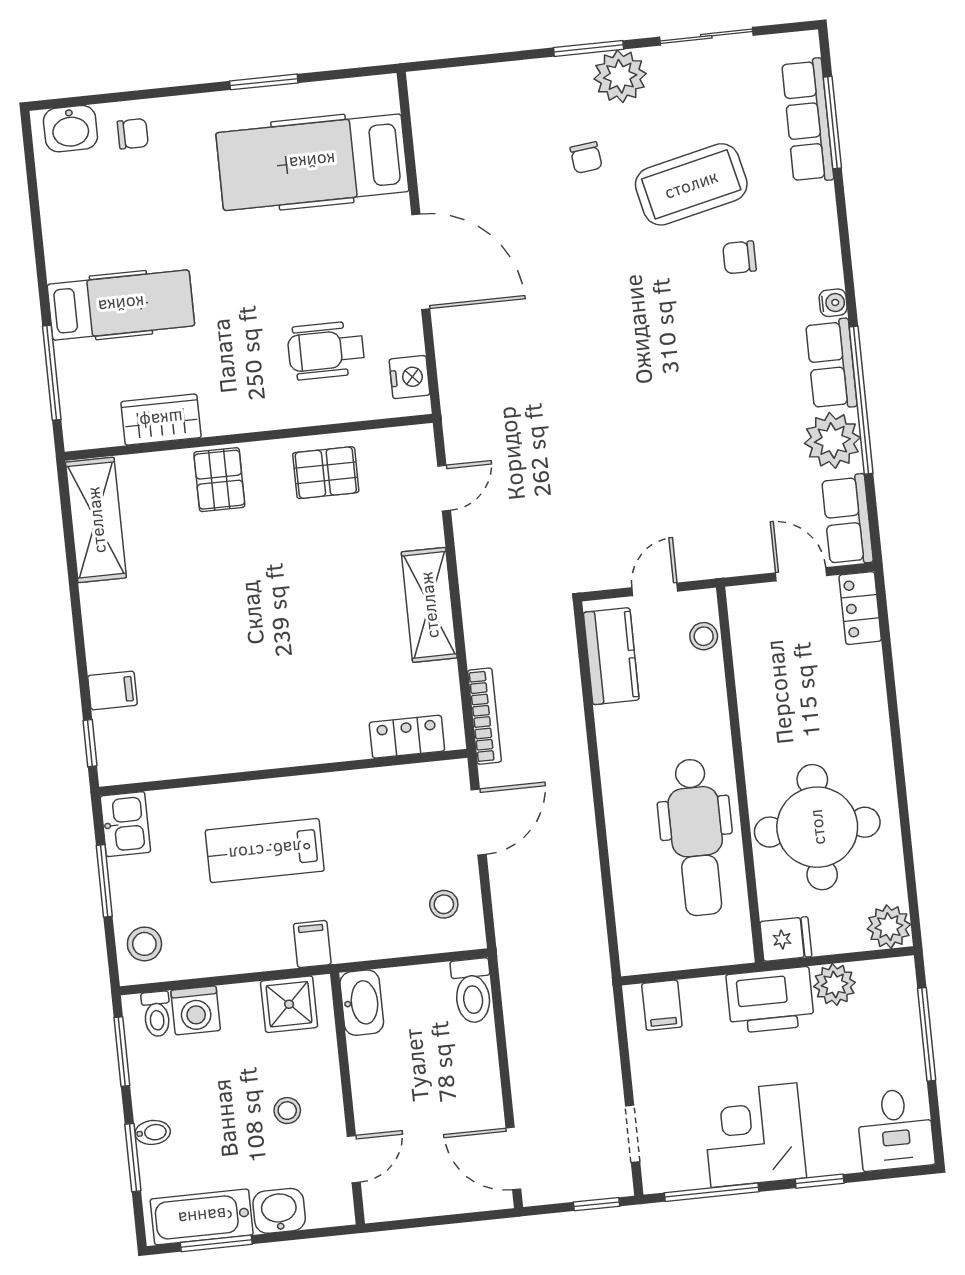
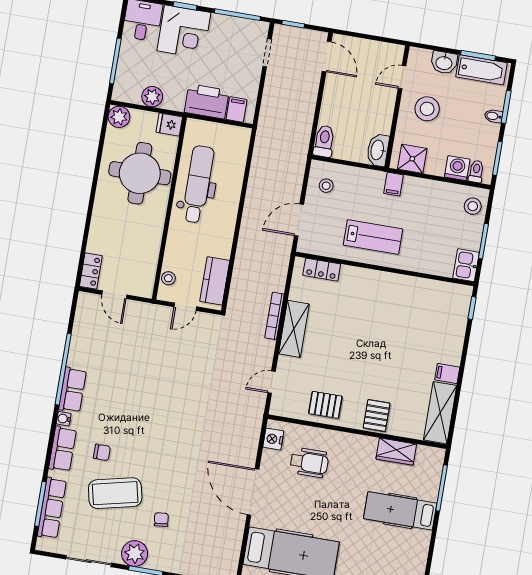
plant: (832, 440) -> (82, 354), removed
row of seats: (847, 520) -> (63, 449), moved
filing cabinet: (112, 690) -> (447, 374), moved
bookcase: (484, 716) -> (274, 316), moved
lab bench: (265, 851) -> (373, 237), moved
printer: (770, 1000) -> (207, 101), moved
stool: (287, 1111) -> (427, 109), width x1.89, depth x1.89
corner desk: (754, 1135) -> (184, 32), moved

